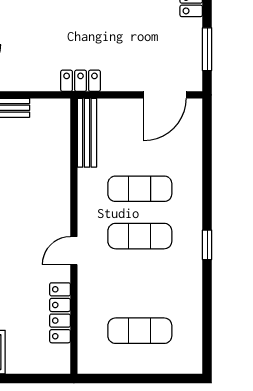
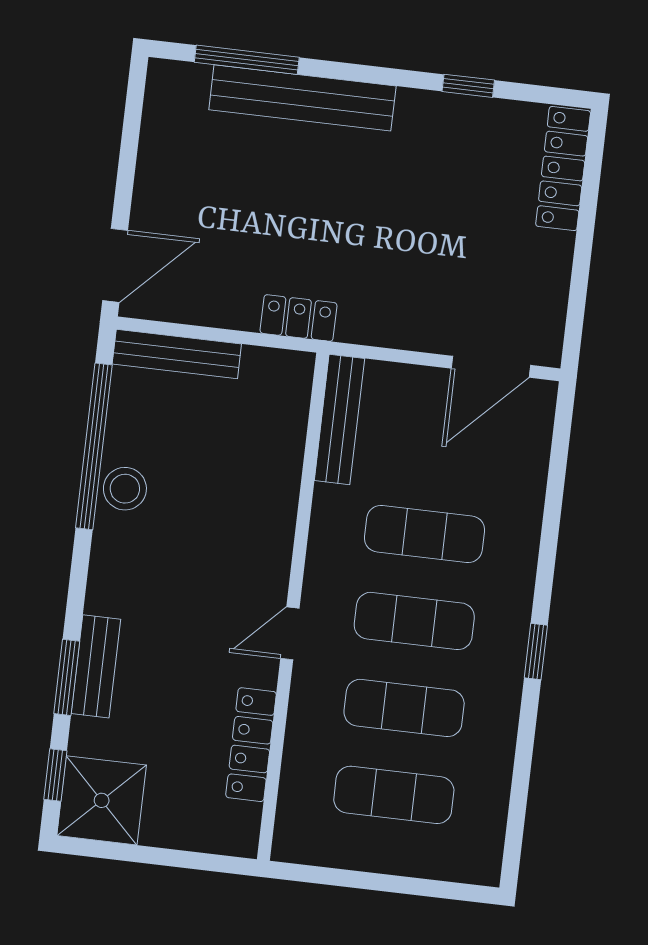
window: (207, 49) -> (578, 292), removed
locker: (81, 81) -> (299, 318), moved
exercise mat: (140, 283) -> (404, 708), added

